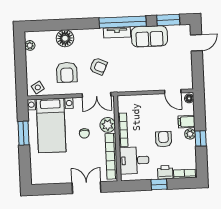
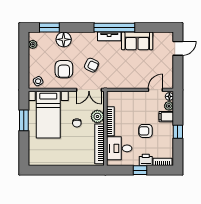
window: (168, 20) -> (49, 28), moved
door: (173, 92) -> (155, 90), swing flipped
plant: (190, 134) -> (169, 106), moved
armchair: (163, 139) -> (146, 131), turned -90
double door: (87, 188) -> (77, 170), removed

